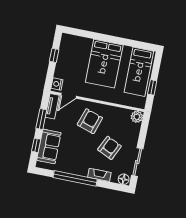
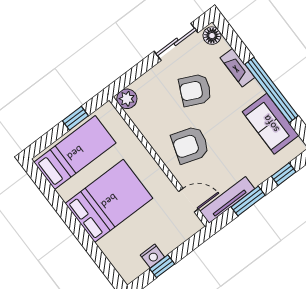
nightstand: (57, 84) -> (152, 256), moved
tv unit: (52, 106) -> (227, 200), width x1.41
sofa: (49, 146) -> (271, 124), moved, turned -90

